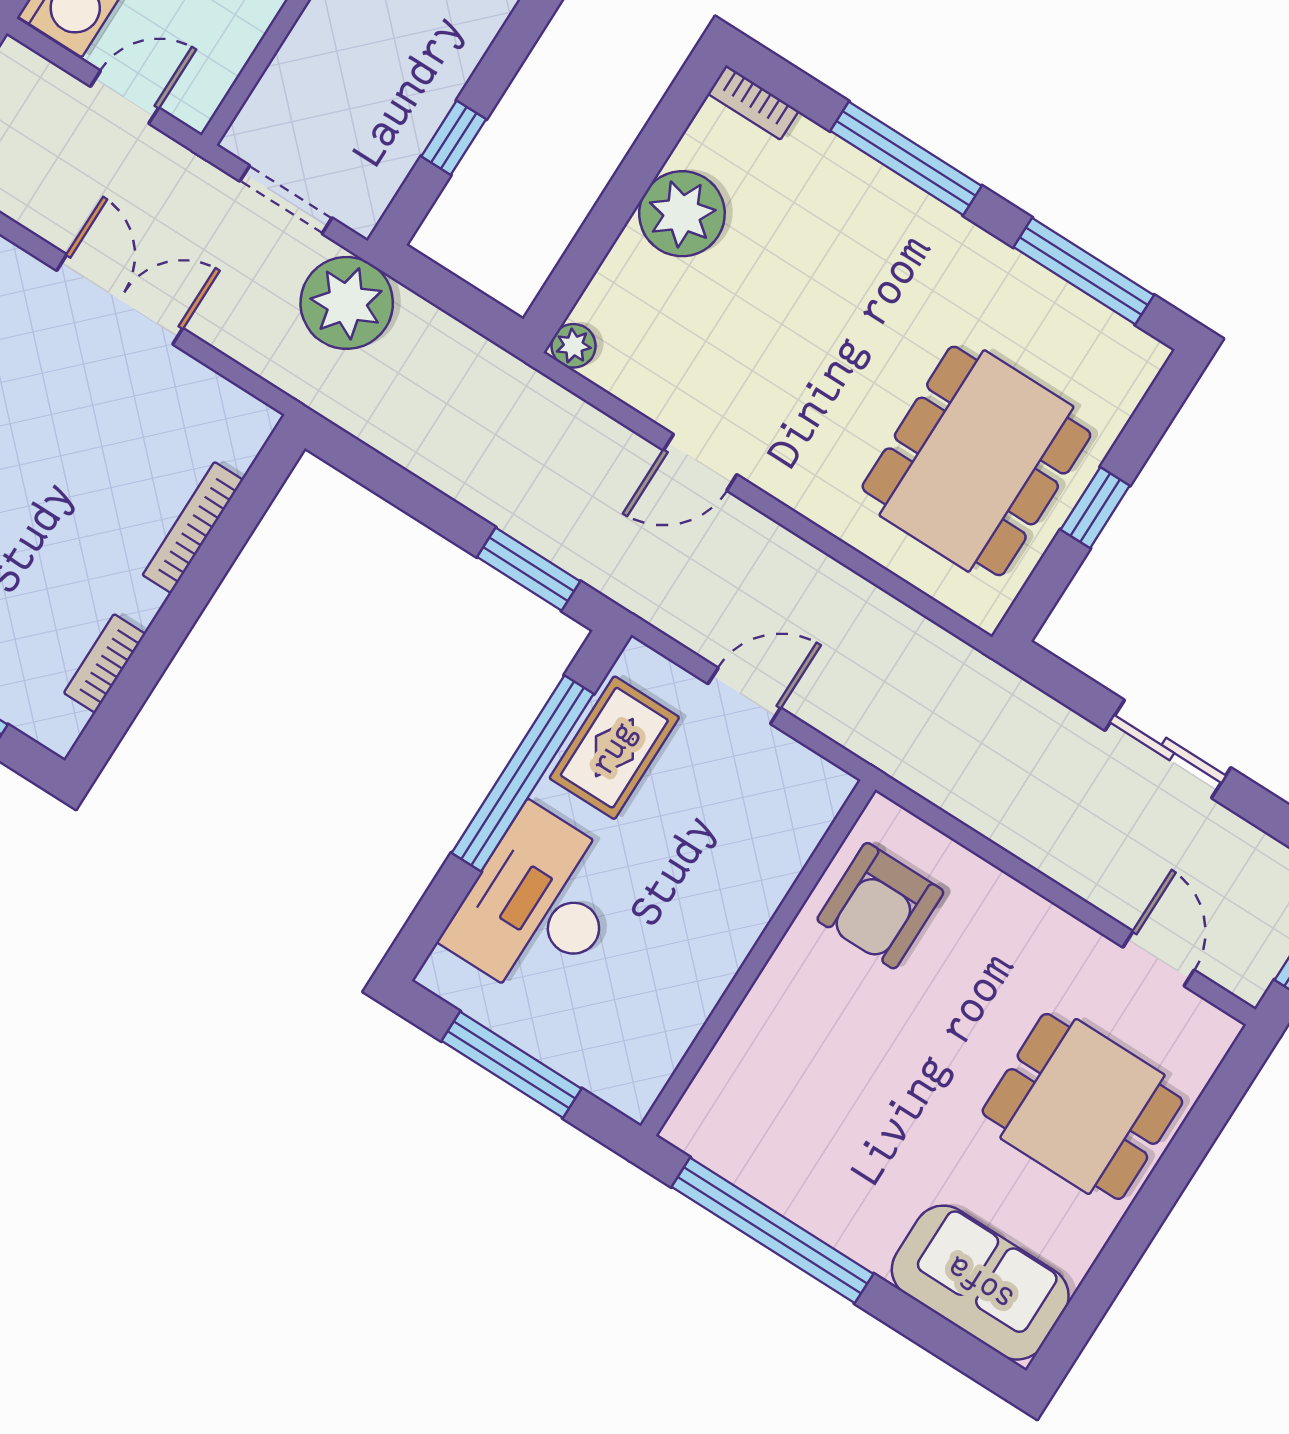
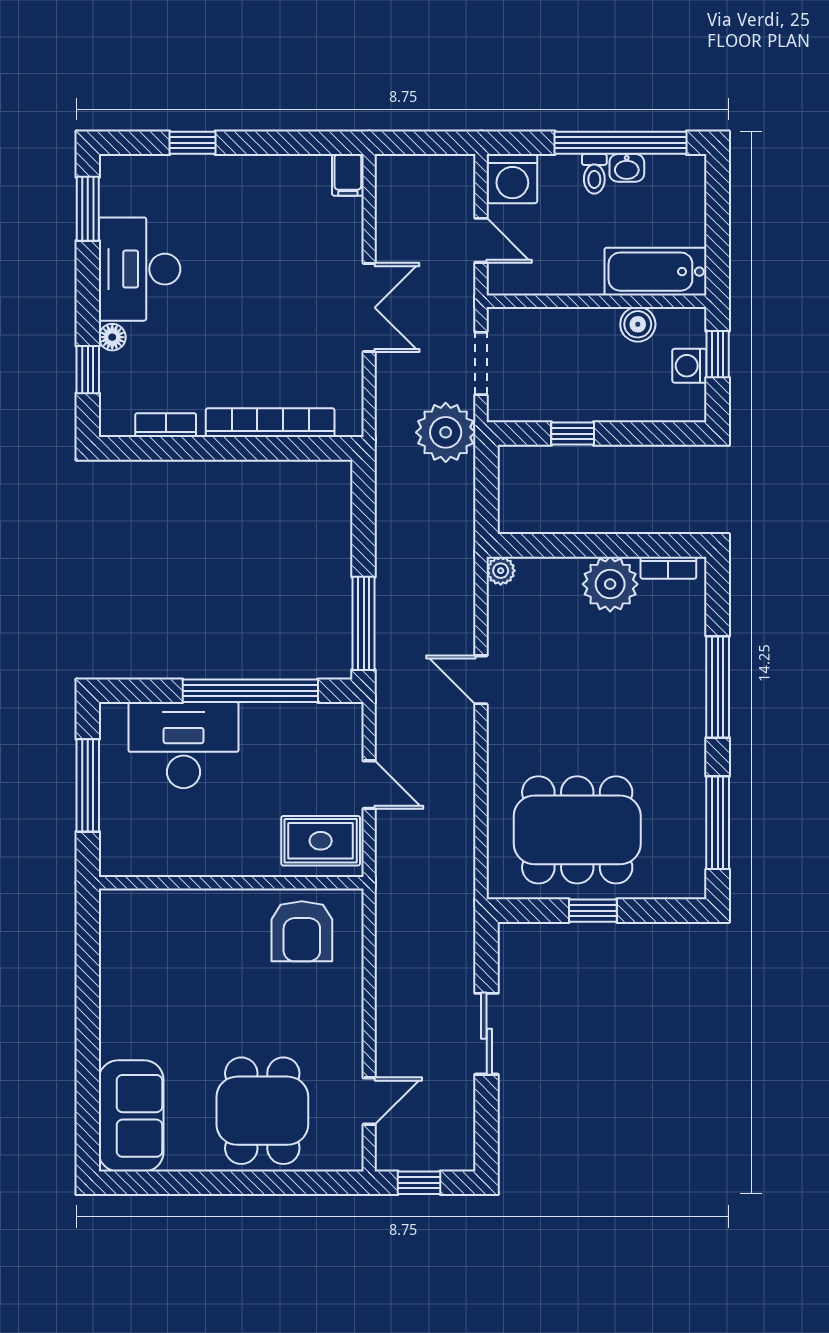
bookcase: (753, 102) -> (668, 568), moved, turned -90
bookcase: (193, 528) -> (270, 423), width x1.48, depth x1.31
window: (529, 569) -> (364, 623), width x1.44
rug: (614, 748) -> (321, 841), moved
armchair: (880, 906) -> (302, 931), turned -90
window: (772, 1230) -> (88, 985), removed

